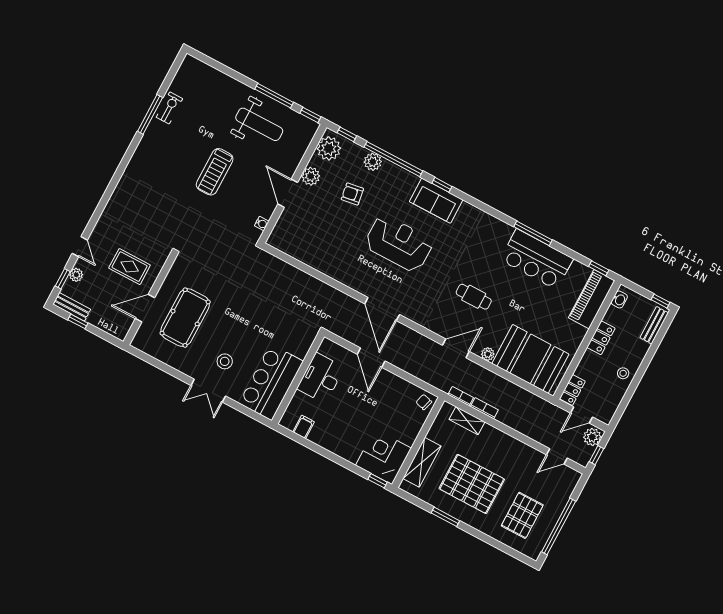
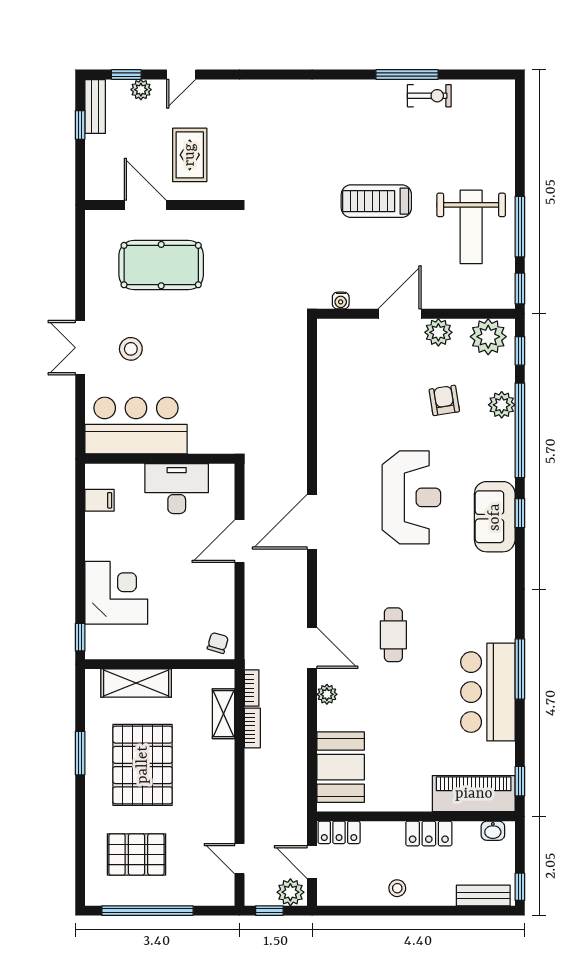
booth: (530, 359) -> (341, 767), width x0.73, depth x0.70
corner desk: (383, 457) -> (116, 593), moved

